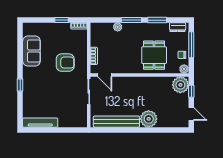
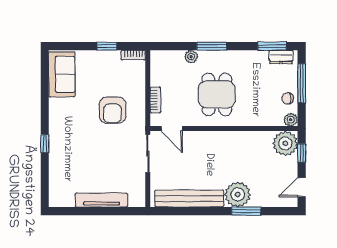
window: (157, 20) -> (272, 46), moved
sofa: (31, 51) -> (62, 74), moved
dining table: (154, 55) -> (217, 95), moved
armchair: (65, 63) -> (112, 110), turned 90
door: (191, 114) -> (302, 187), swing flipped
tv unit: (40, 123) -> (101, 200), moved
window: (154, 130) -> (246, 211), added

